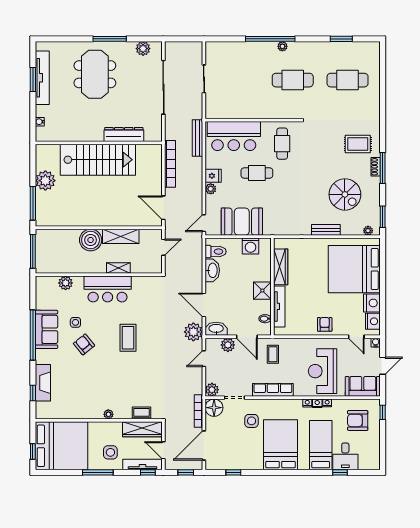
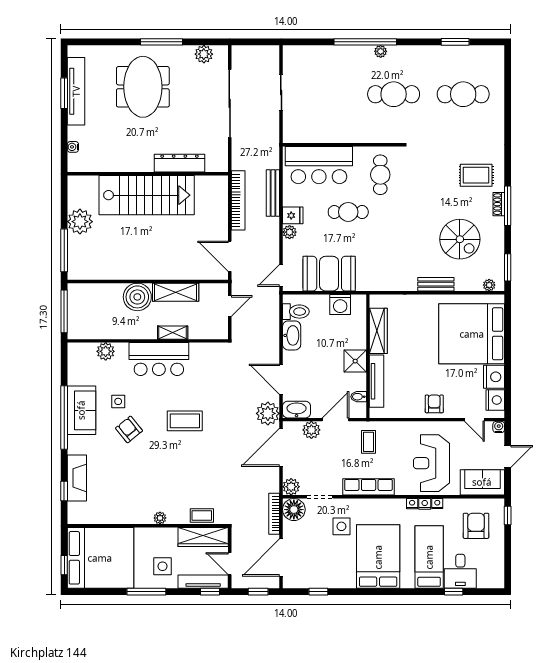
bench: (198, 138) -> (273, 193), moved
door: (247, 337) -> (335, 420), swing flipped
coffee table: (128, 338) -> (185, 421), turned 90
door: (204, 359) -> (281, 447), width x1.87
armchair: (358, 420) -> (476, 526), turned 90

